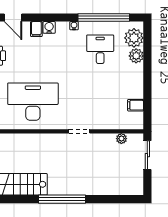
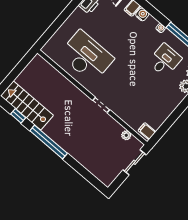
filing cabinet: (136, 105) -> (147, 131), moved
window: (19, 199) -> (18, 116), added

